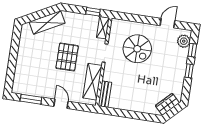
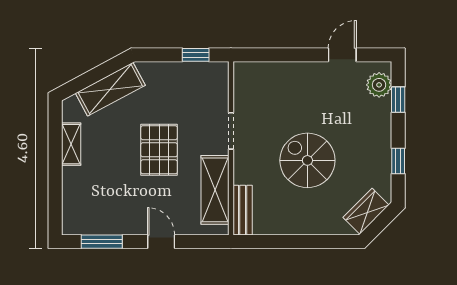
shelving: (103, 28) -> (71, 144), moved
spiral stairs: (137, 49) -> (307, 160), moved, turned 180
window: (189, 71) -> (398, 161), moved

